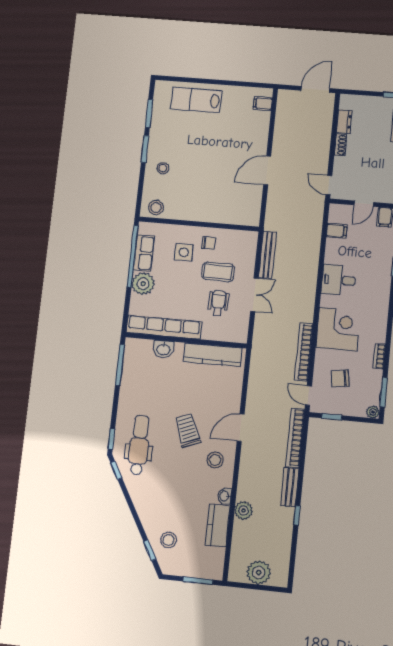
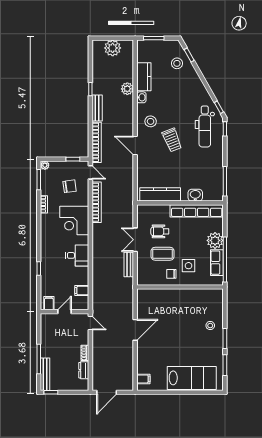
lab bench: (196, 100) -> (192, 378), width x1.36, depth x1.39
stool: (156, 208) -> (212, 296), removed
bench: (268, 255) -> (129, 265), width x0.73
wheelchair: (218, 303) -> (160, 231), turned 90
door: (241, 428) -> (135, 146), swing flipped

